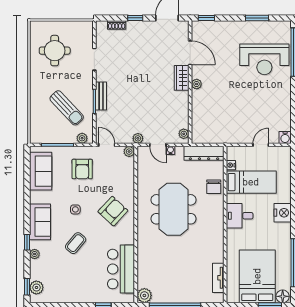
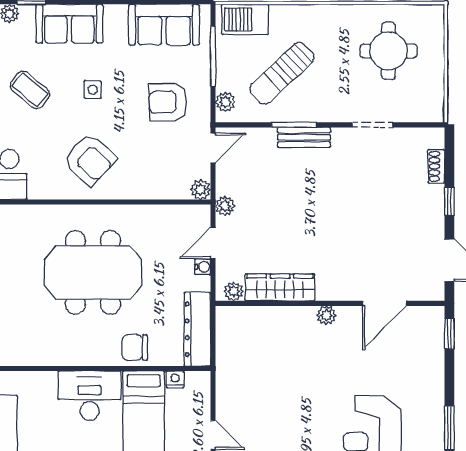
wardrobe: (182, 78) -> (280, 287), moved, width x1.50
barbecue: (38, 128) -> (245, 19), added
desk: (240, 216) -> (89, 396), width x1.37

